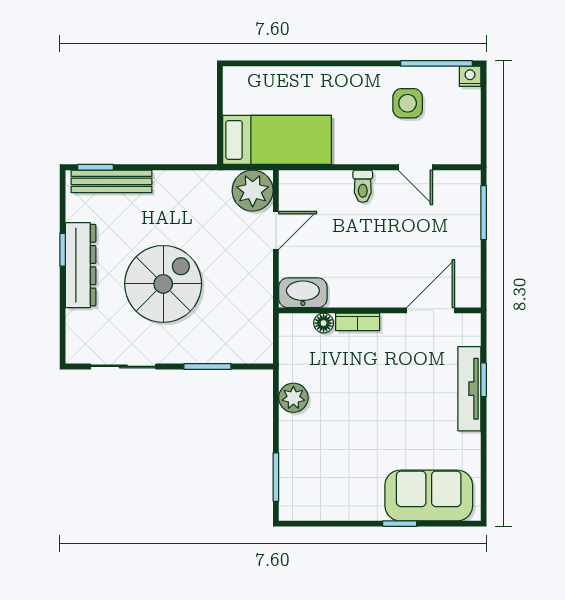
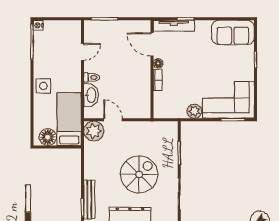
floor lamp: (240, 96) -> (48, 137), added
side table: (408, 103) -> (43, 86), moved
spiral stairs: (163, 284) -> (139, 174), turned 90
washbasin: (303, 293) -> (91, 95), moved, turned 180
floor lamp: (324, 323) -> (158, 63), moved
tv unit: (469, 389) -> (174, 26), moved
corner sofa: (317, 468) -> (228, 100), added
sofa: (429, 495) -> (233, 32), moved, turned -90

